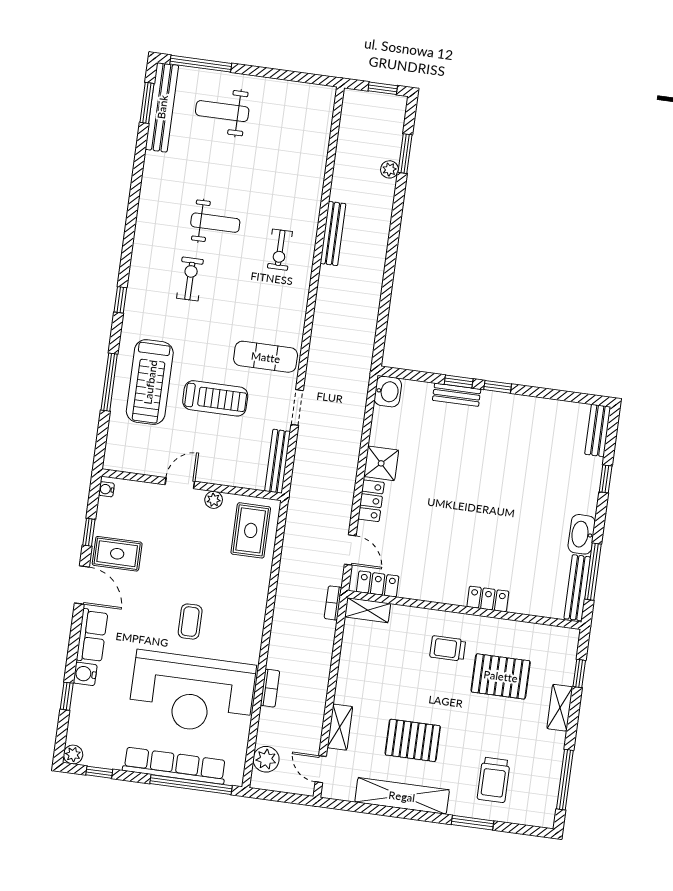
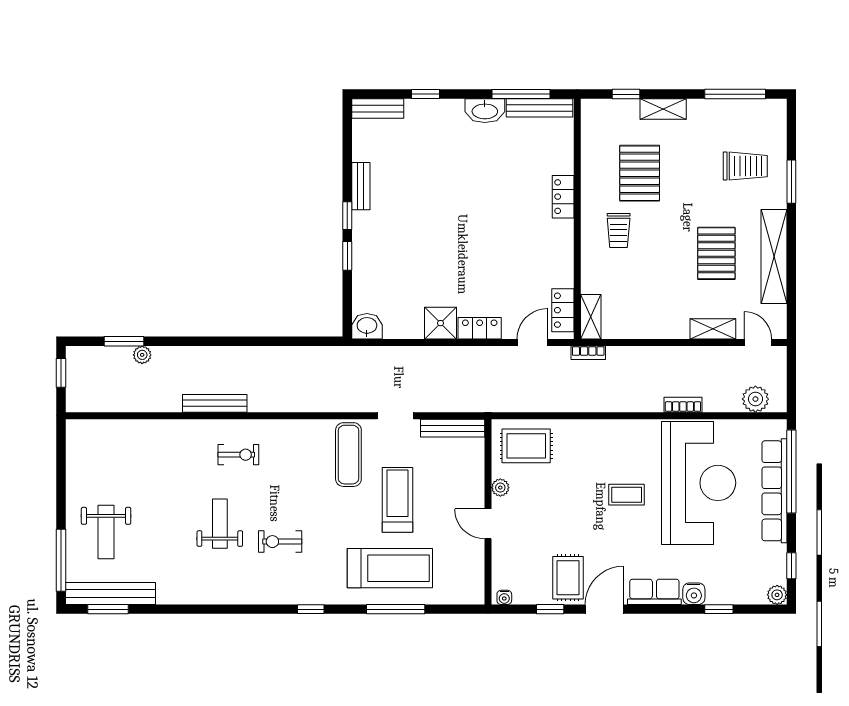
bench: (457, 395) -> (361, 186), moved
door: (321, 769) -> (758, 342), swing flipped

